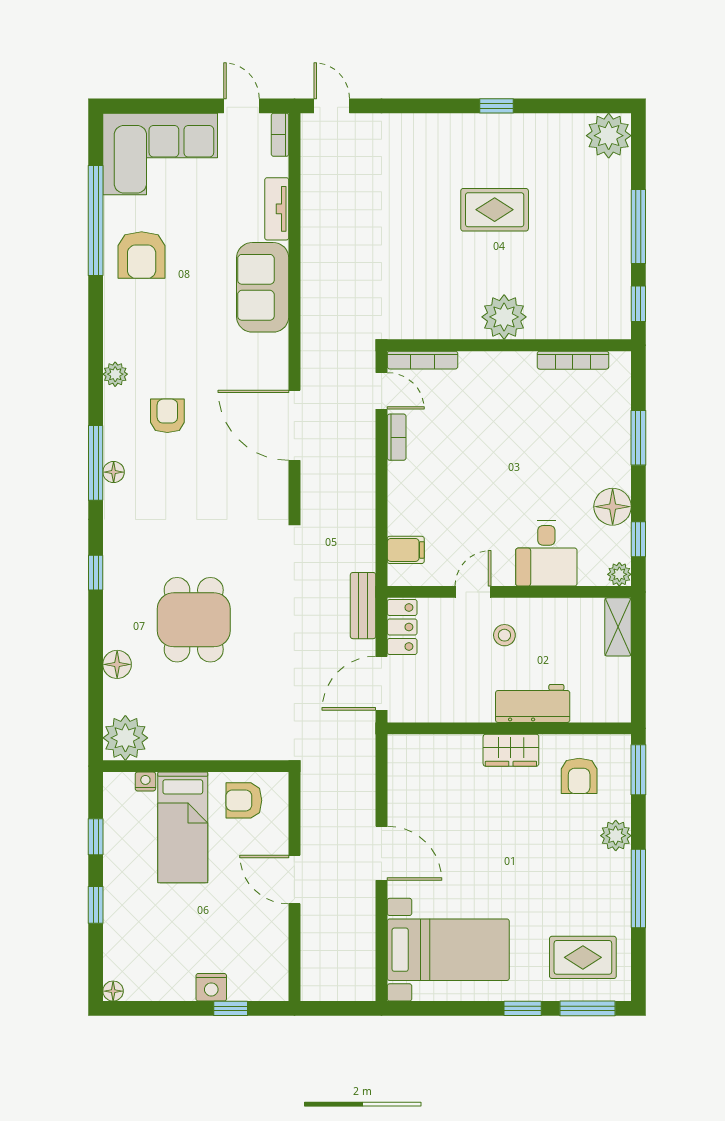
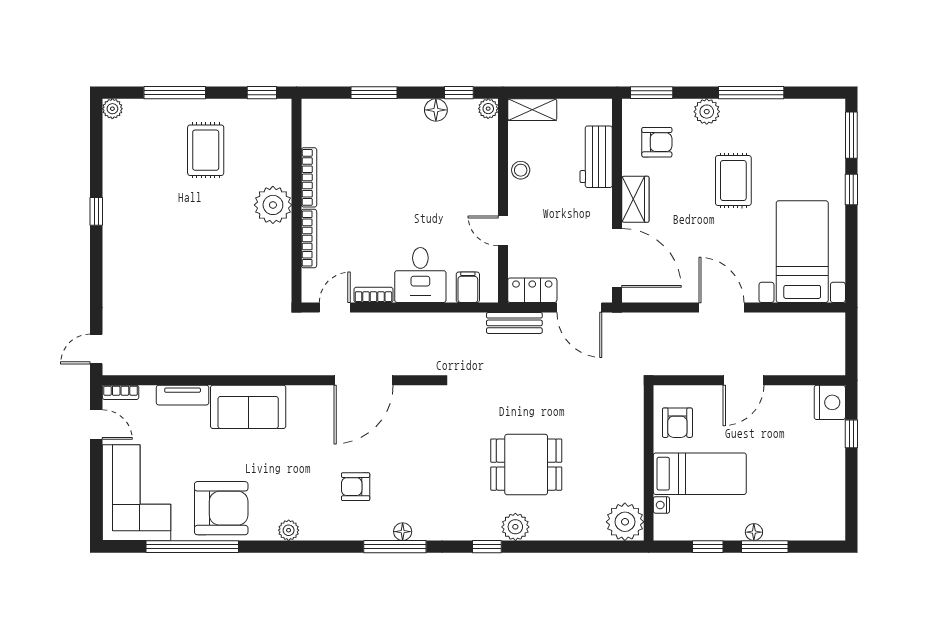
door: (242, 106) -> (96, 425), swing flipped
plant: (609, 136) -> (112, 109), width x0.53, depth x0.53
rug: (495, 210) -> (206, 150), moved
window: (638, 226) -> (175, 93), moved
armchair: (142, 255) -> (221, 508), width x1.36, depth x1.36
bookcase: (423, 360) -> (309, 239), moved
bookcase: (573, 360) -> (309, 177), moved
plant: (115, 374) -> (289, 530), moved
floor lamp: (613, 507) -> (436, 110), width x0.73, depth x0.73
desk: (546, 553) -> (420, 275), moved, turned 90
plant: (119, 607) -> (515, 527), added
stool: (504, 635) -> (521, 170), moved
floor lamp: (117, 664) -> (564, 529), removed
workbench: (533, 703) -> (596, 157), moved
door: (441, 728) -> (617, 258), added
door: (382, 853) -> (721, 307), hinge flipped
window: (96, 905) -> (765, 547), width x1.50
rug: (583, 957) -> (733, 180), moved
nightstand: (211, 987) -> (830, 402), moved, width x1.36, depth x1.33
floor lamp: (113, 991) -> (754, 532), moved

